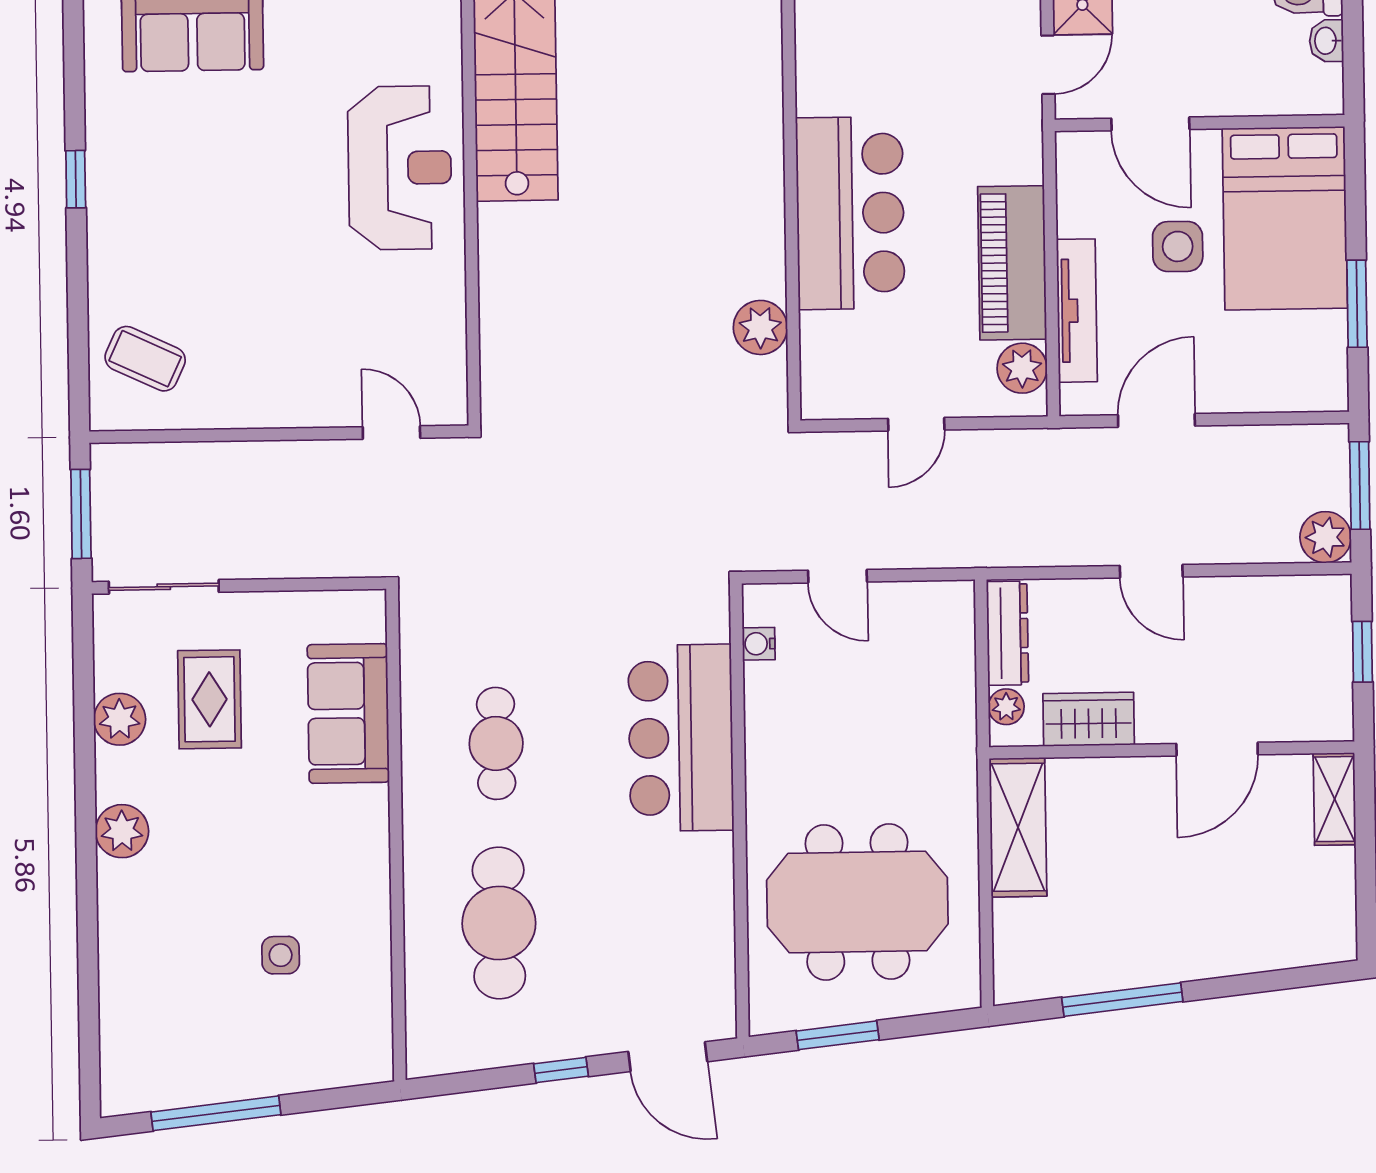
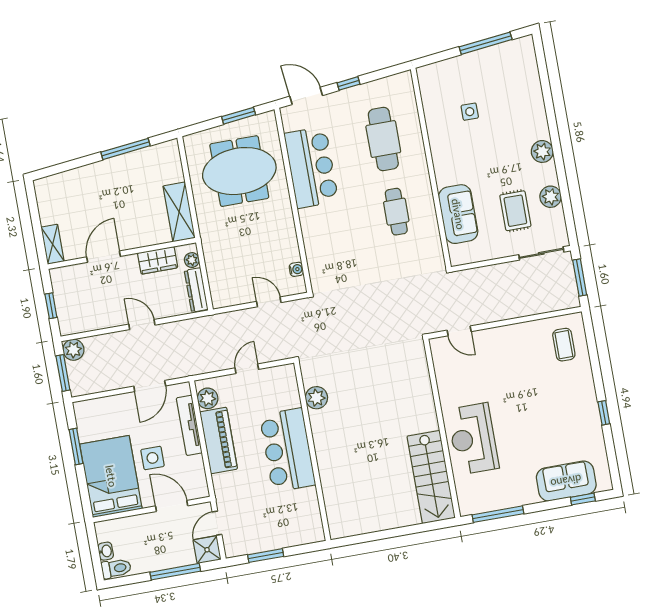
coffee table: (145, 359) -> (564, 345), turned 65
bar counter: (681, 738) -> (311, 167), moved

